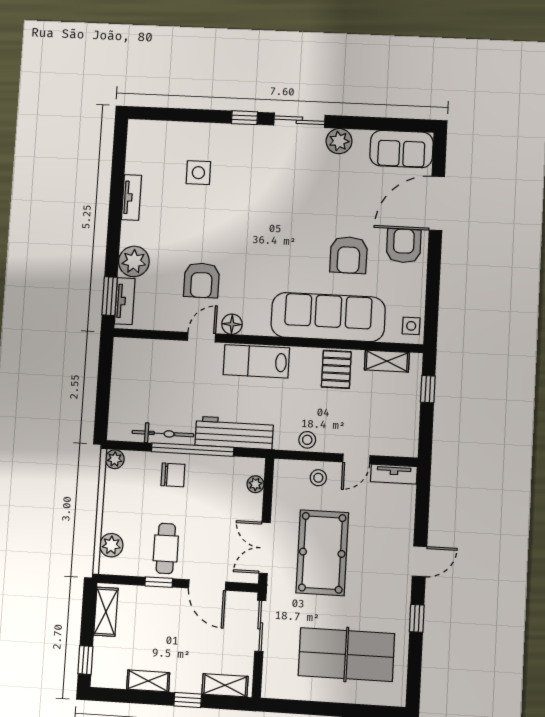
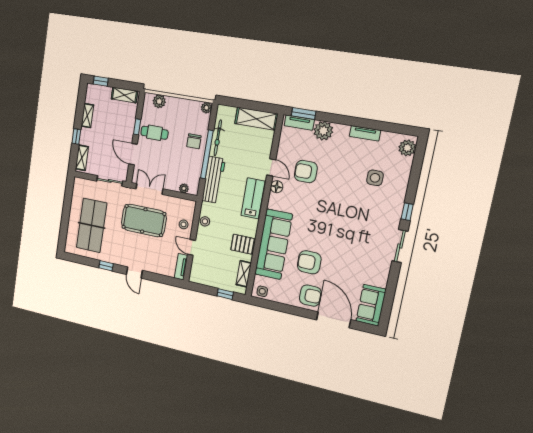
plant: (339, 141) -> (407, 148), moved
shelving: (125, 372) -> (256, 119), added
door: (207, 585) -> (133, 154), hinge flipped

